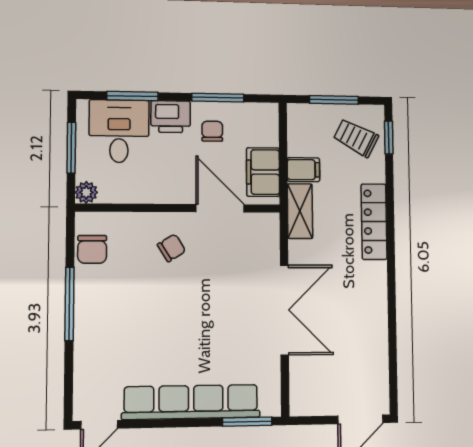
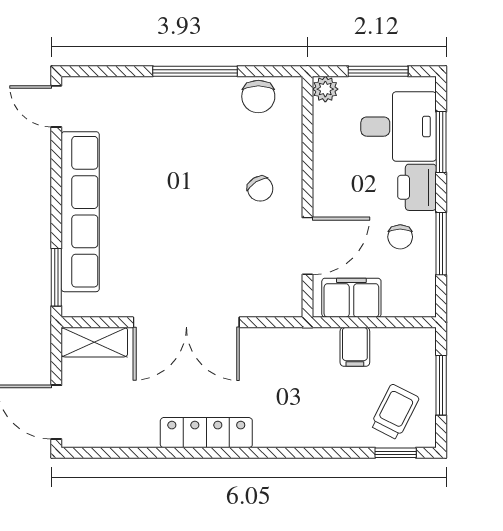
chair: (212, 131) -> (400, 237), turned 90
shelving: (300, 211) -> (94, 342), moved
locker: (374, 222) -> (206, 433), moved
chair: (92, 249) -> (258, 96), turned -90

